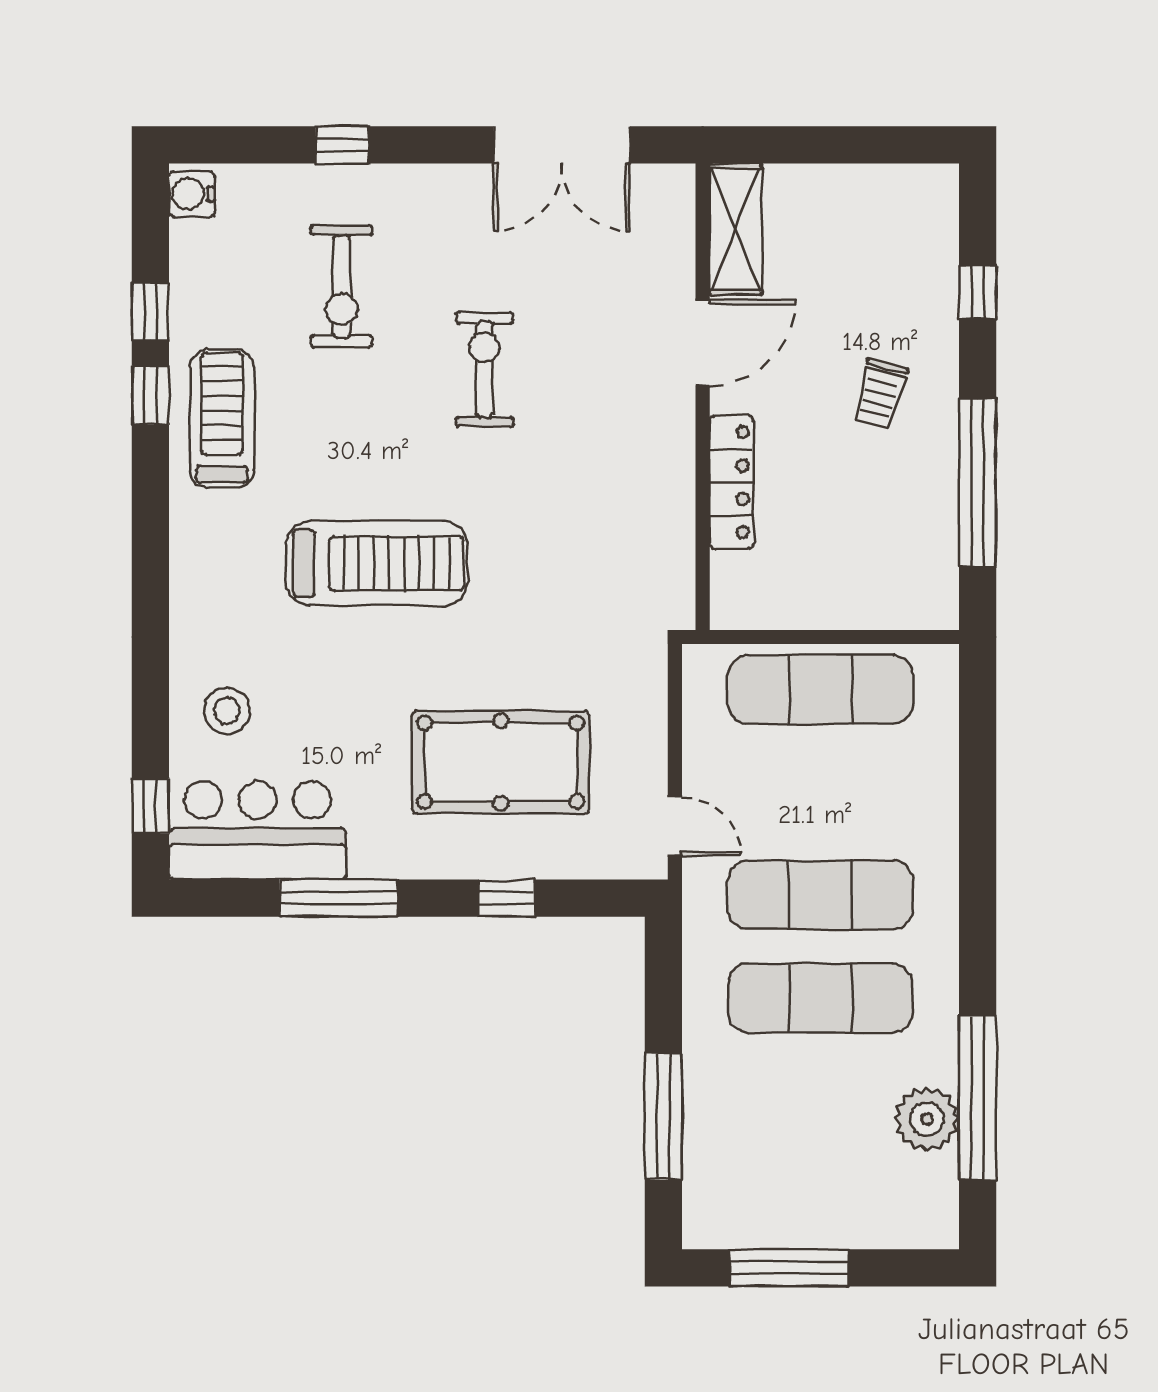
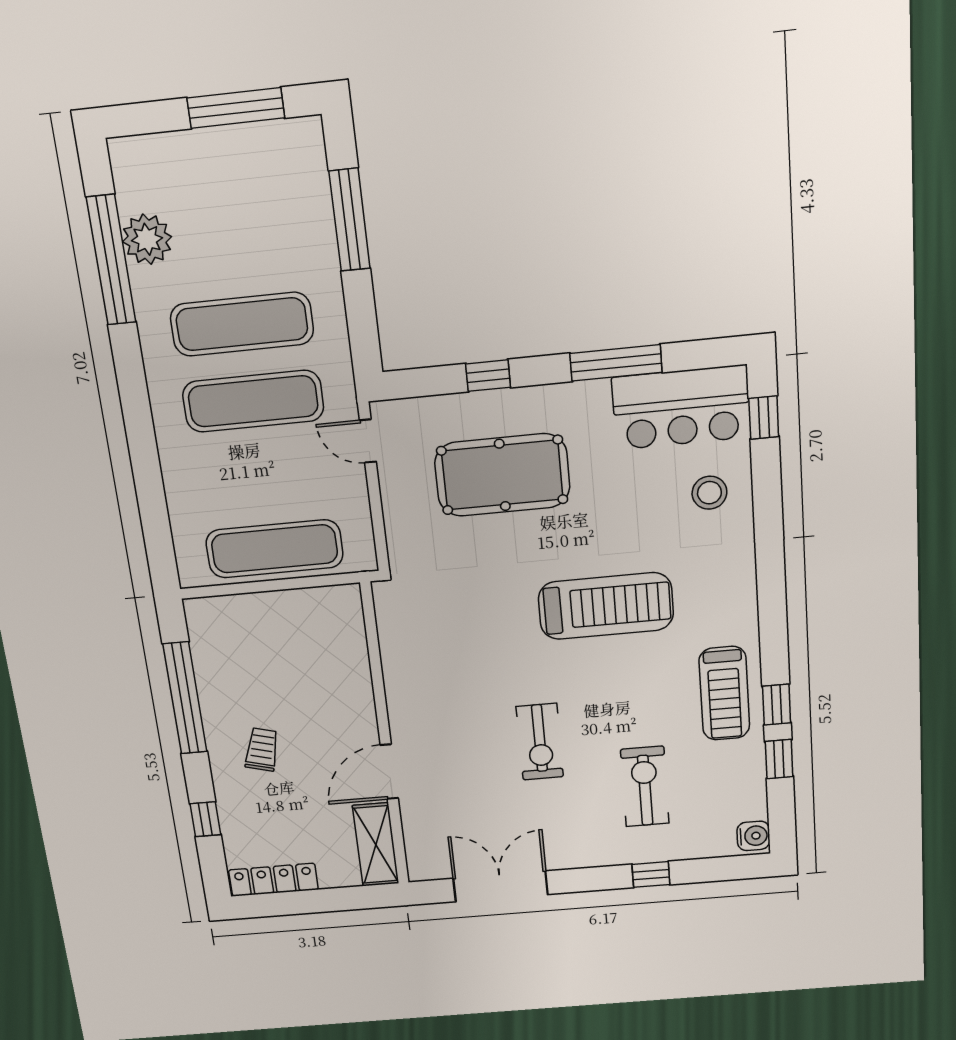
locker: (732, 482) -> (273, 880), moved, turned 90
treadmill: (377, 563) -> (606, 606), turned 180

